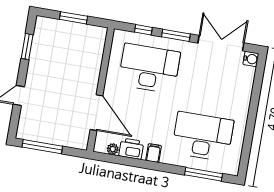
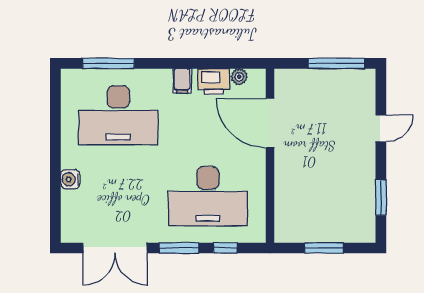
water cooler: (251, 59) -> (70, 179), moved

